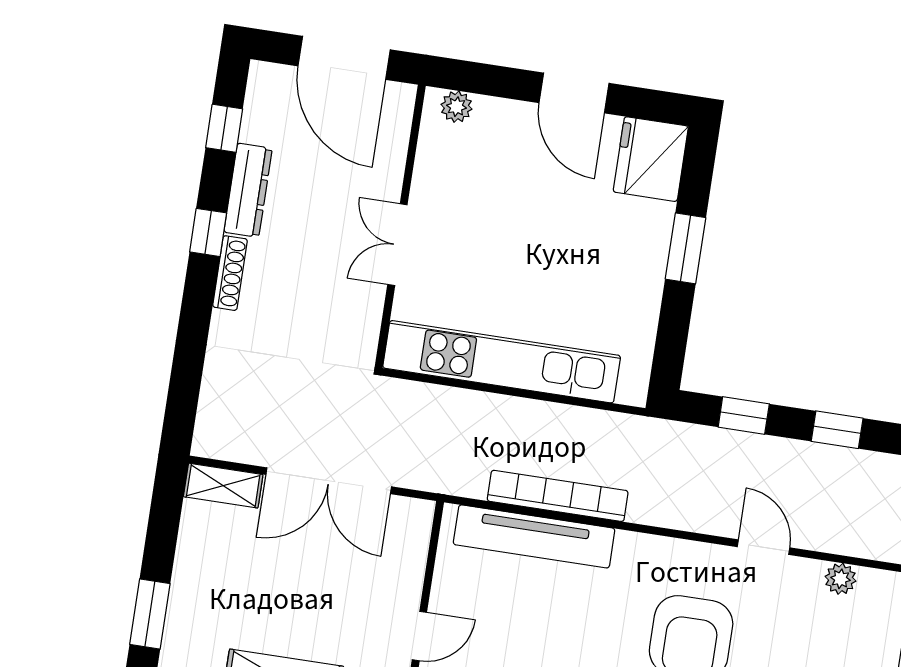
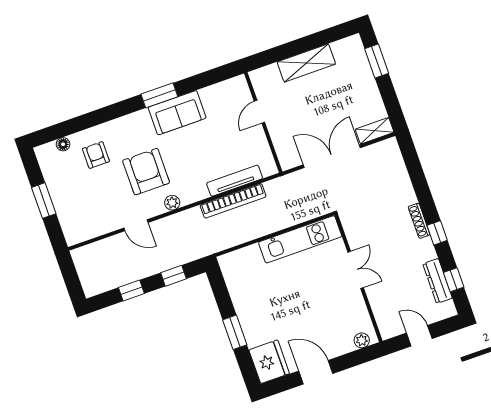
door: (344, 58) -> (419, 336), width x0.53
dresser: (248, 190) -> (438, 281), moved
kitchen unit: (502, 362) -> (300, 239), width x0.73
tv unit: (534, 536) -> (235, 181), width x0.73, depth x0.78
plant: (840, 579) -> (172, 203), moved

